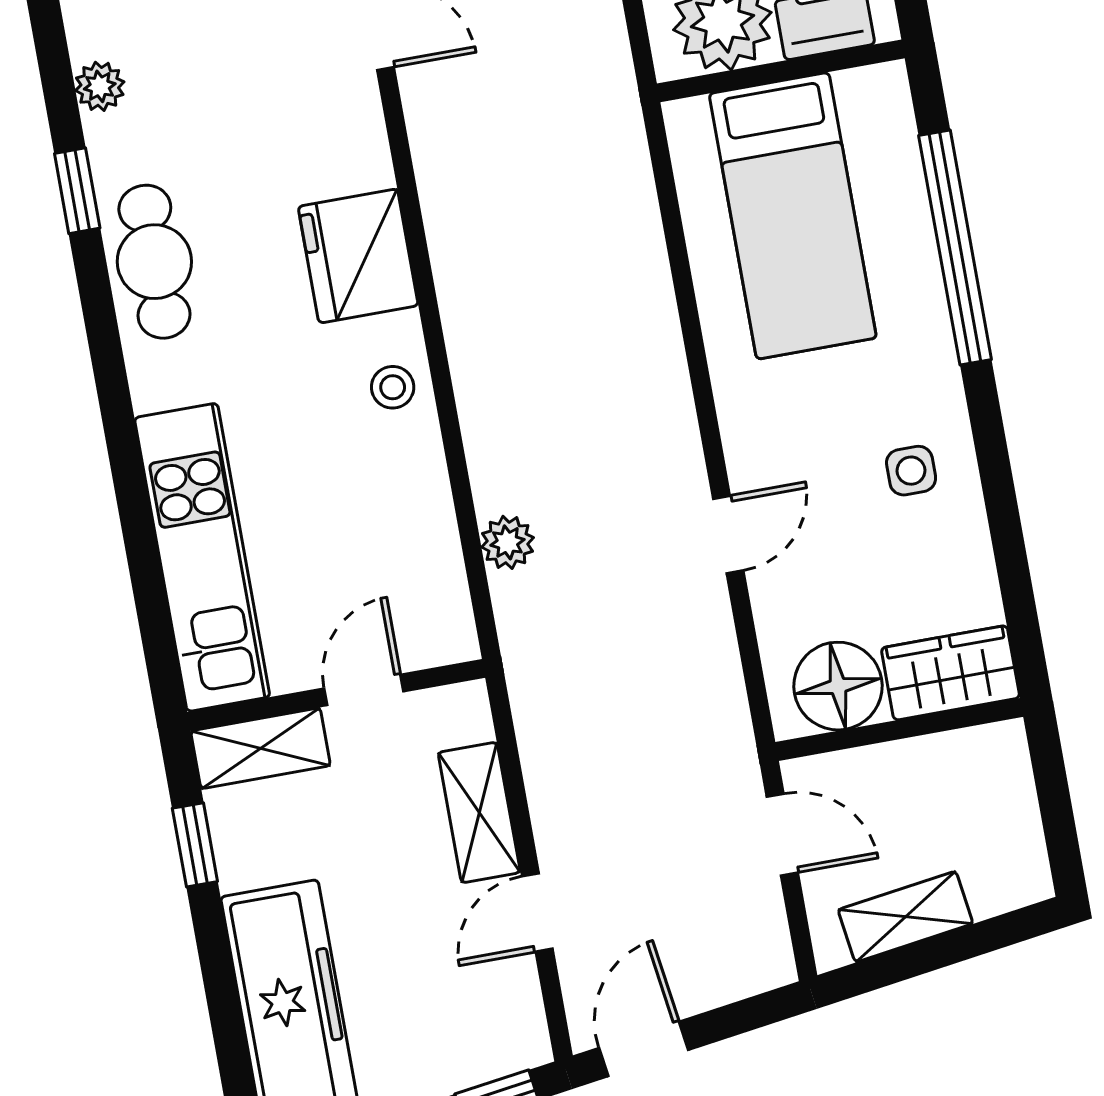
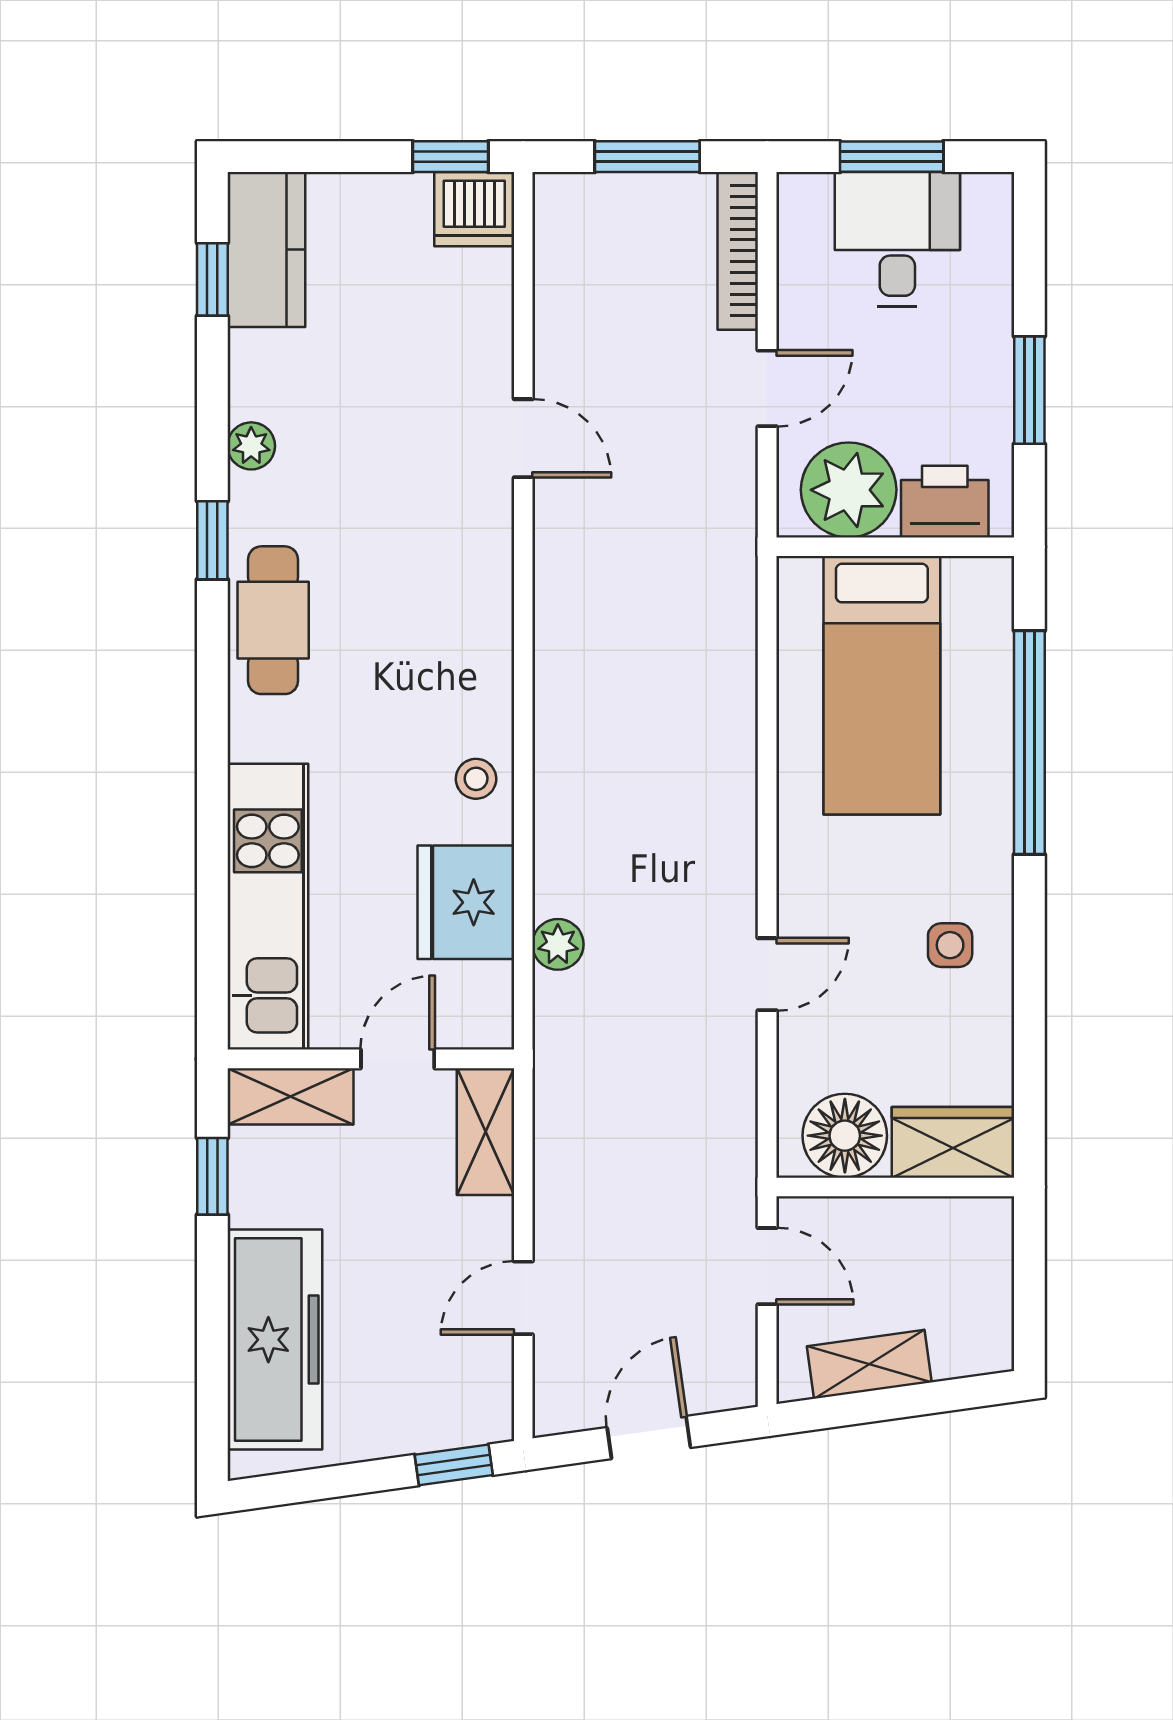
fridge: (358, 256) -> (466, 902), moved
shelving: (479, 812) -> (485, 1132), moved
door: (644, 1049) -> (649, 1438), moved

